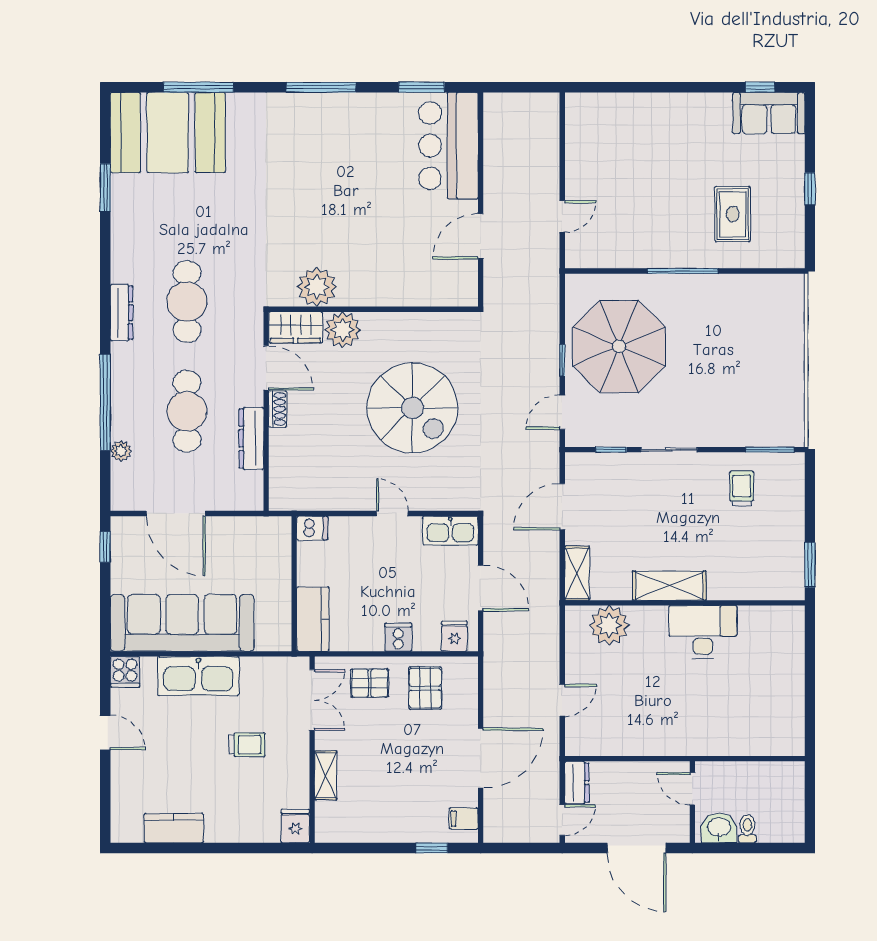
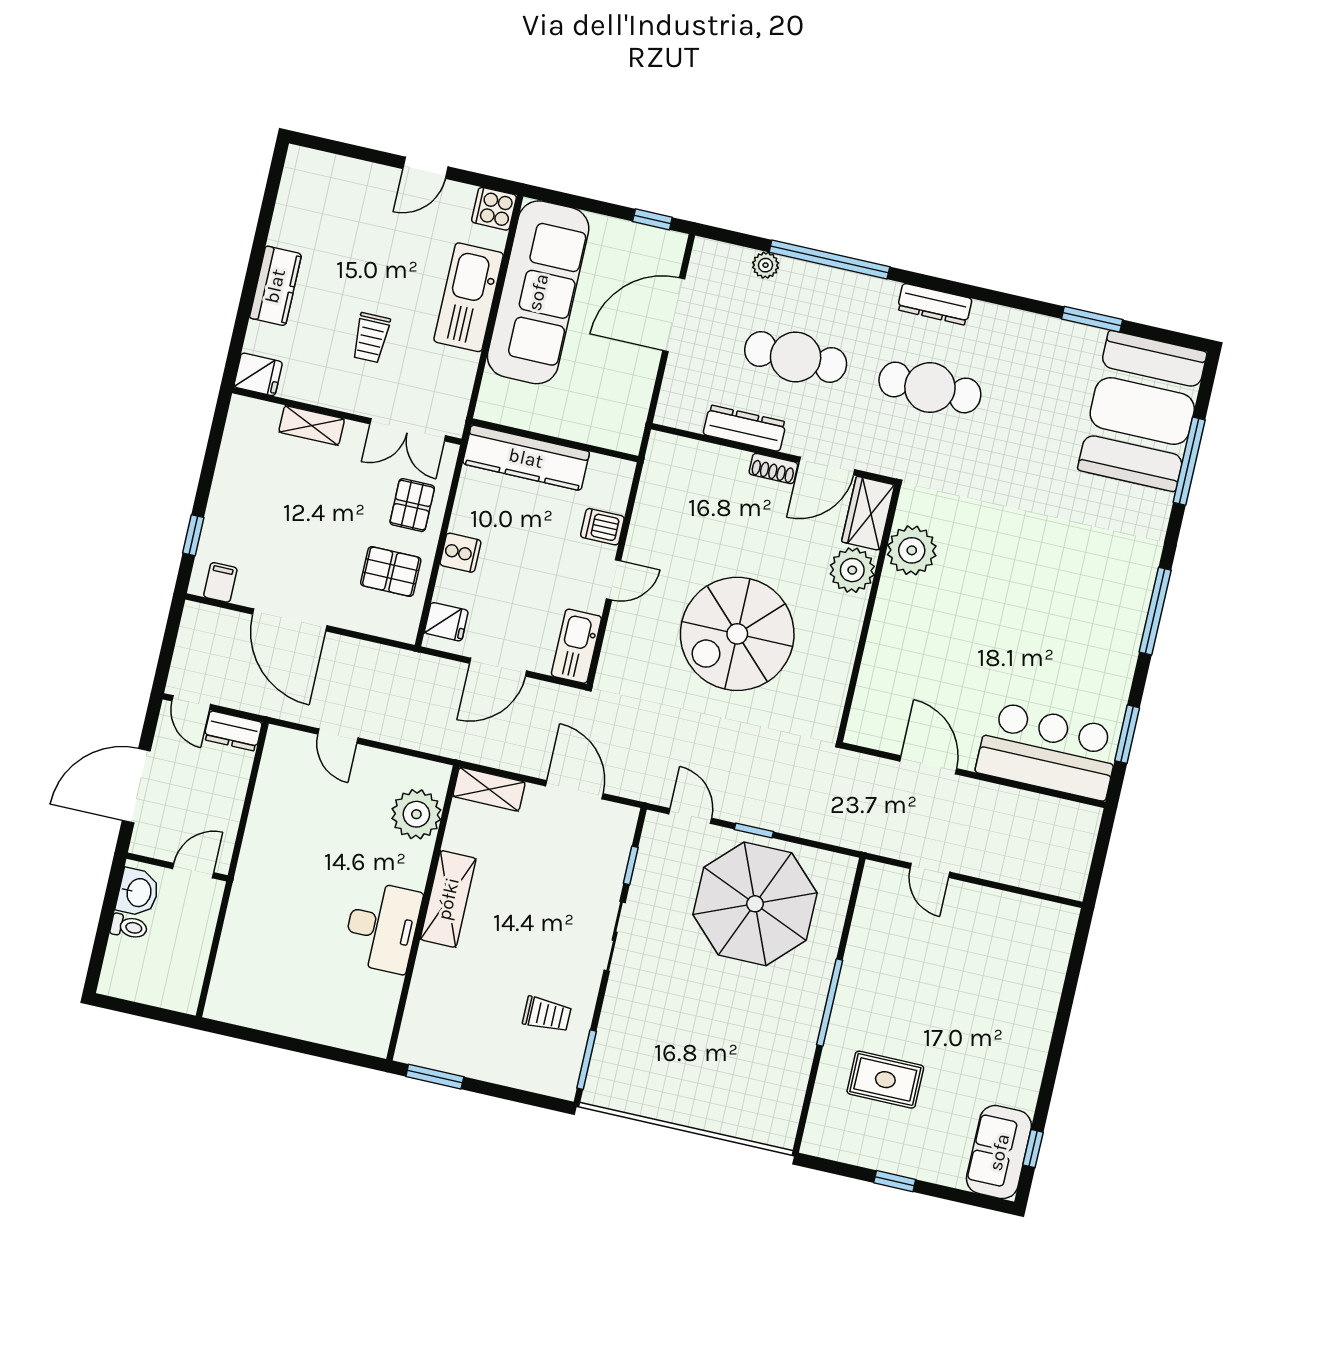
dishwasher: (312, 528) -> (602, 527), moved, turned 90
kitchen counter: (313, 619) -> (526, 458), width x1.50
kitchen counter: (174, 828) -> (275, 286), moved

